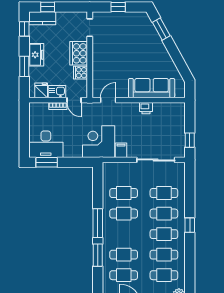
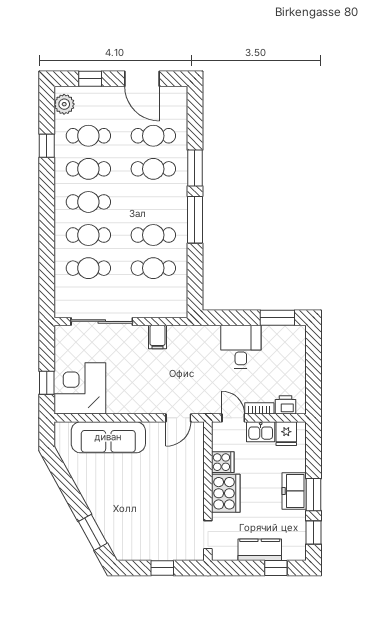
kitchen counter: (42, 18) -> (260, 550), moved
window: (24, 66) -> (314, 495), moved
printer: (146, 108) -> (285, 405), moved
window: (190, 140) -> (47, 383), moved
corner desk: (99, 142) -> (80, 388), moved, turned 180
desk: (46, 144) -> (241, 347), moved, width x0.73
window: (190, 225) -> (47, 146), moved

